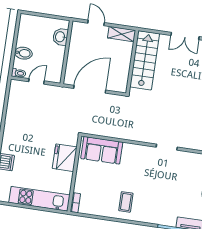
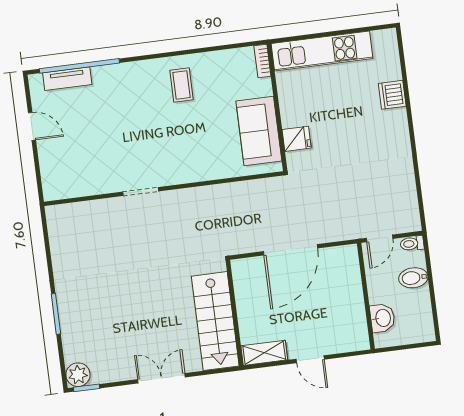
washbasin: (60, 37) -> (382, 318), moved
wall: (66, 52) -> (366, 296), moved
sofa: (102, 150) -> (259, 131), moved, turned -90
fridge: (65, 158) -> (297, 139), width x0.53, depth x0.75

